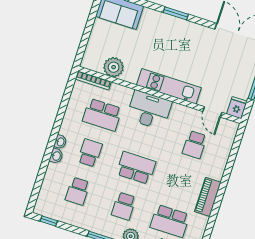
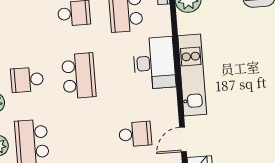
school desk: (195, 145) -> (135, 134), turned 180
school desk: (78, 191) -> (22, 17), removed

